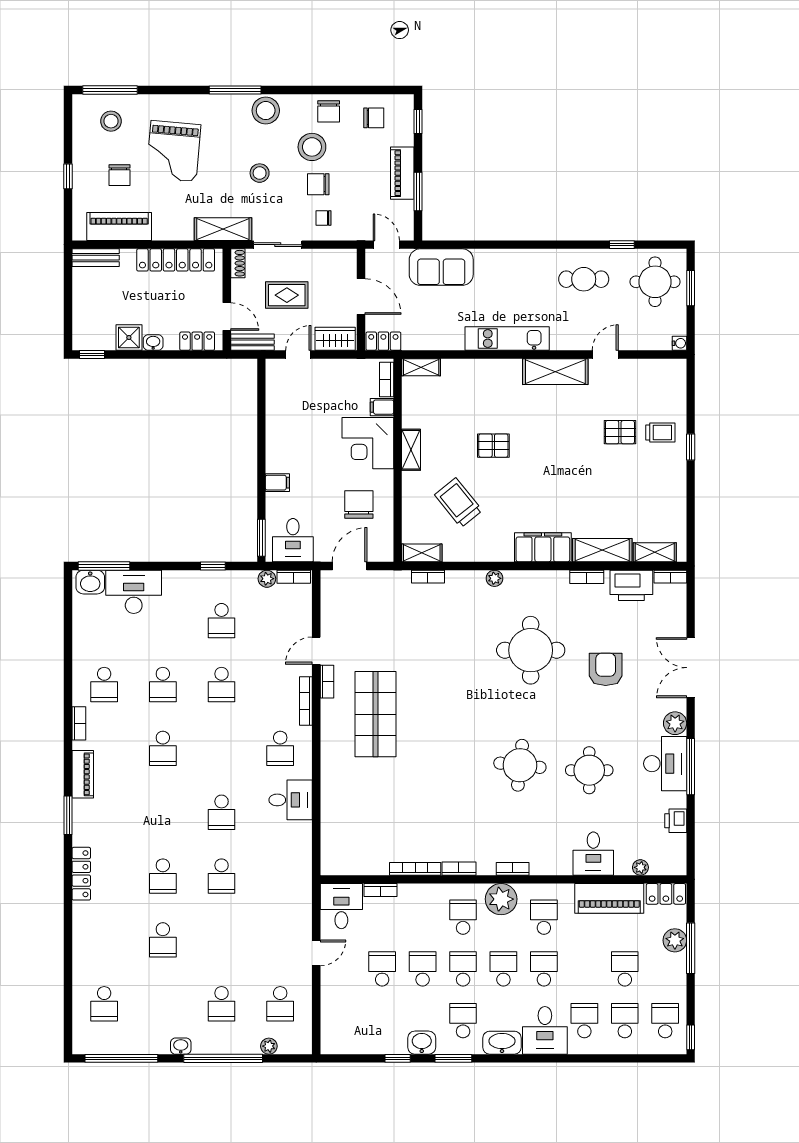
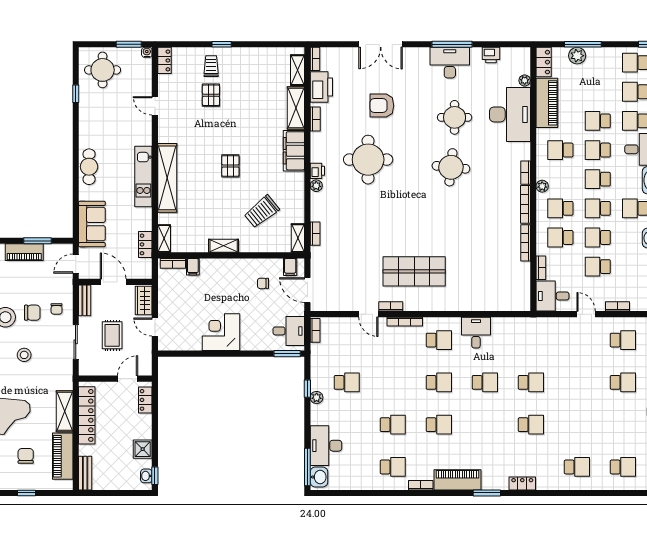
chair: (119, 175) -> (26, 456), turned -90
chair: (318, 184) -> (32, 313), turned -90
shelving: (223, 229) -> (65, 411), moved
shoe rack: (238, 263) -> (89, 371), removed
cafe table: (584, 279) -> (89, 167), moved
window: (691, 288) -> (129, 44), moved
door: (361, 297) -> (113, 282), hinge flipped
locker: (383, 341) -> (145, 244), moved
bench: (252, 342) -> (85, 300), moved
washbasin: (153, 343) -> (146, 476), moved
locker: (668, 368) -> (165, 60), added
shelving: (555, 372) -> (167, 178), moved, width x1.47
corner desk: (368, 443) -> (221, 332), moved, turned 180
pallet: (493, 446) -> (230, 166), moved
filing cabinet: (277, 483) -> (290, 267), moved, turned 180
chair: (359, 504) -> (263, 283), width x0.54, depth x0.54
plant: (267, 579) -> (317, 398), moved
printer: (515, 580) -> (317, 171), added
school desk: (222, 685) -> (439, 382), moved
plant: (675, 723) -> (421, 56), removed
piano: (83, 774) -> (458, 480), width x1.37, depth x1.33
desk: (593, 854) -> (510, 114), width x1.87, depth x1.30
bookcase: (459, 869) -> (525, 204), width x1.56
locker: (81, 874) -> (522, 483), width x0.66
plant: (501, 899) -> (542, 186), width x0.53, depth x0.53
school desk: (423, 917) -> (560, 237), added
school desk: (163, 940) -> (577, 467), moved
school desk: (625, 969) -> (598, 121), moved
bookcase: (327, 996) -> (618, 306), added

